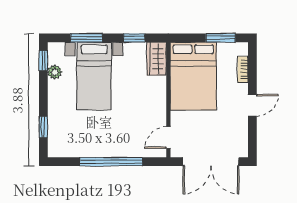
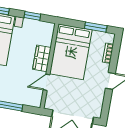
wardrobe: (157, 59) -> (42, 58), moved
door: (168, 137) -> (46, 82), moved

